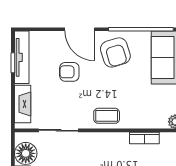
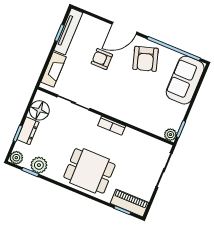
door: (80, 29) -> (124, 28), hinge flipped
coffee table: (107, 116) -> (117, 107), removed
bookcase: (144, 138) -> (112, 126), moved

